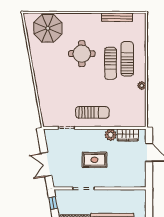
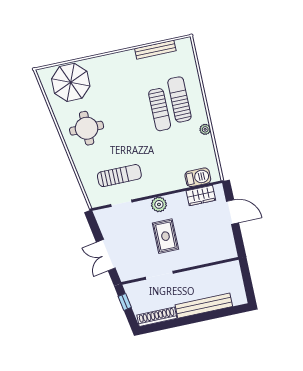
round table: (82, 54) -> (87, 128), moved
sun lounger: (92, 112) -> (119, 176), moved
barbecue: (128, 121) -> (198, 177), added
plant: (111, 135) -> (159, 204), moved
rug: (94, 160) -> (165, 236), turned 90

